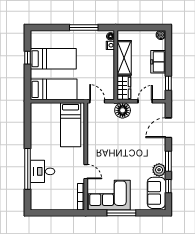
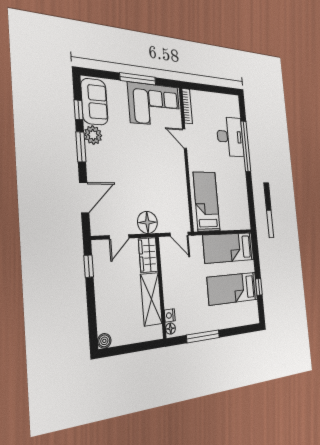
freezer: (158, 62) -> (105, 298), removed
desk: (42, 171) -> (230, 137), width x1.37

